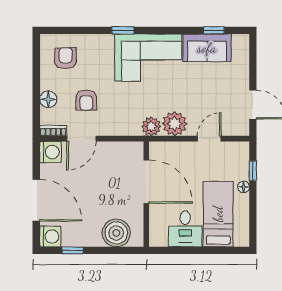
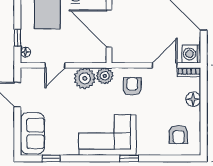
sofa: (207, 48) -> (32, 133), moved, turned 90
armchair: (86, 100) -> (132, 86), moved
floor lamp: (244, 187) -> (25, 52), moved

